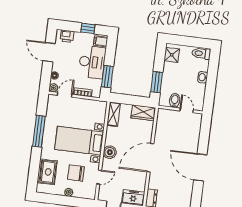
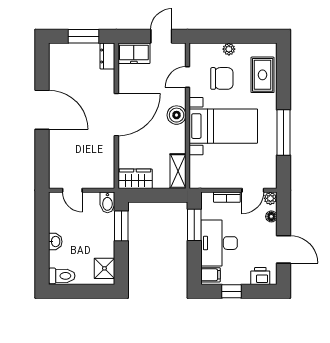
bidet: (175, 100) -> (107, 202), moved

